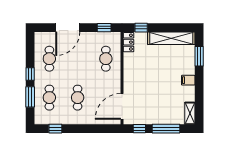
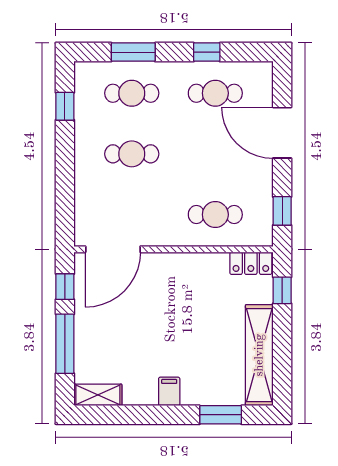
window: (30, 74) -> (207, 52), moved
door: (122, 106) -> (113, 249), swing flipped

